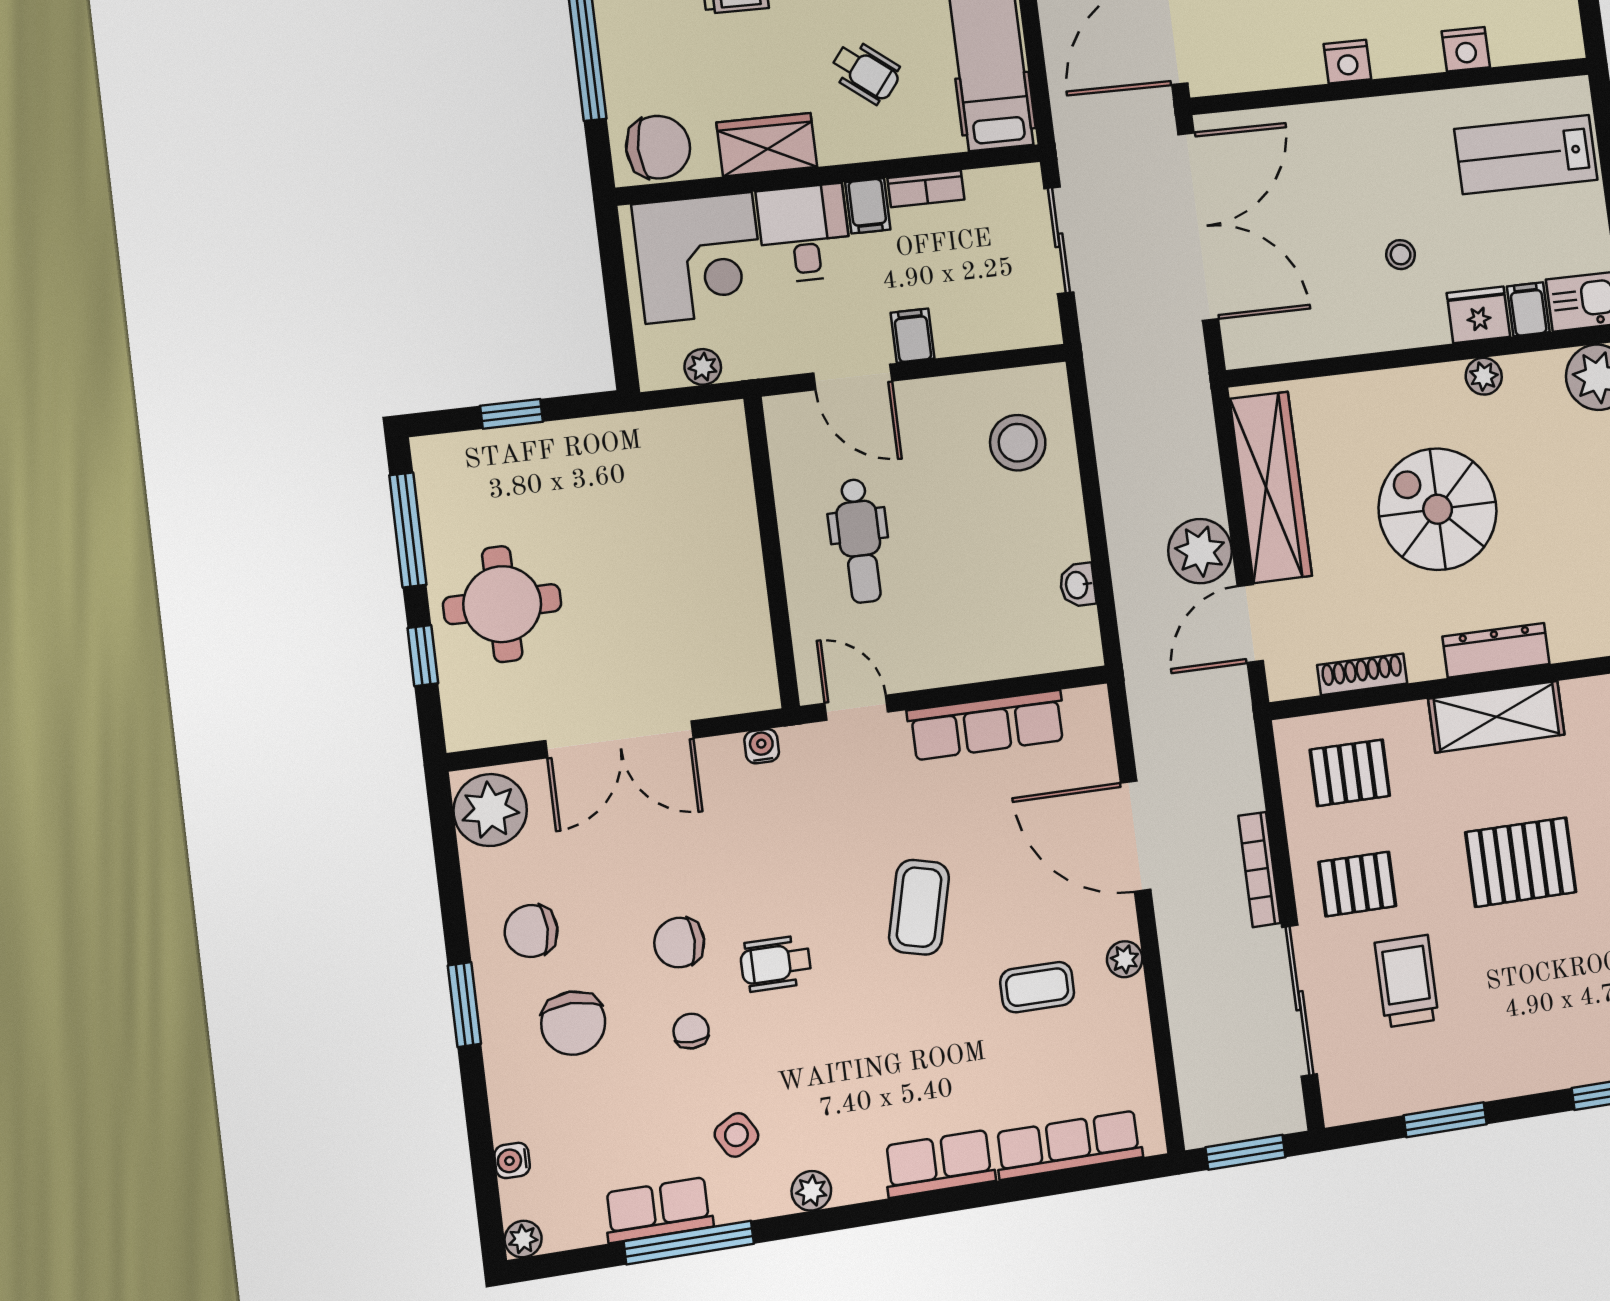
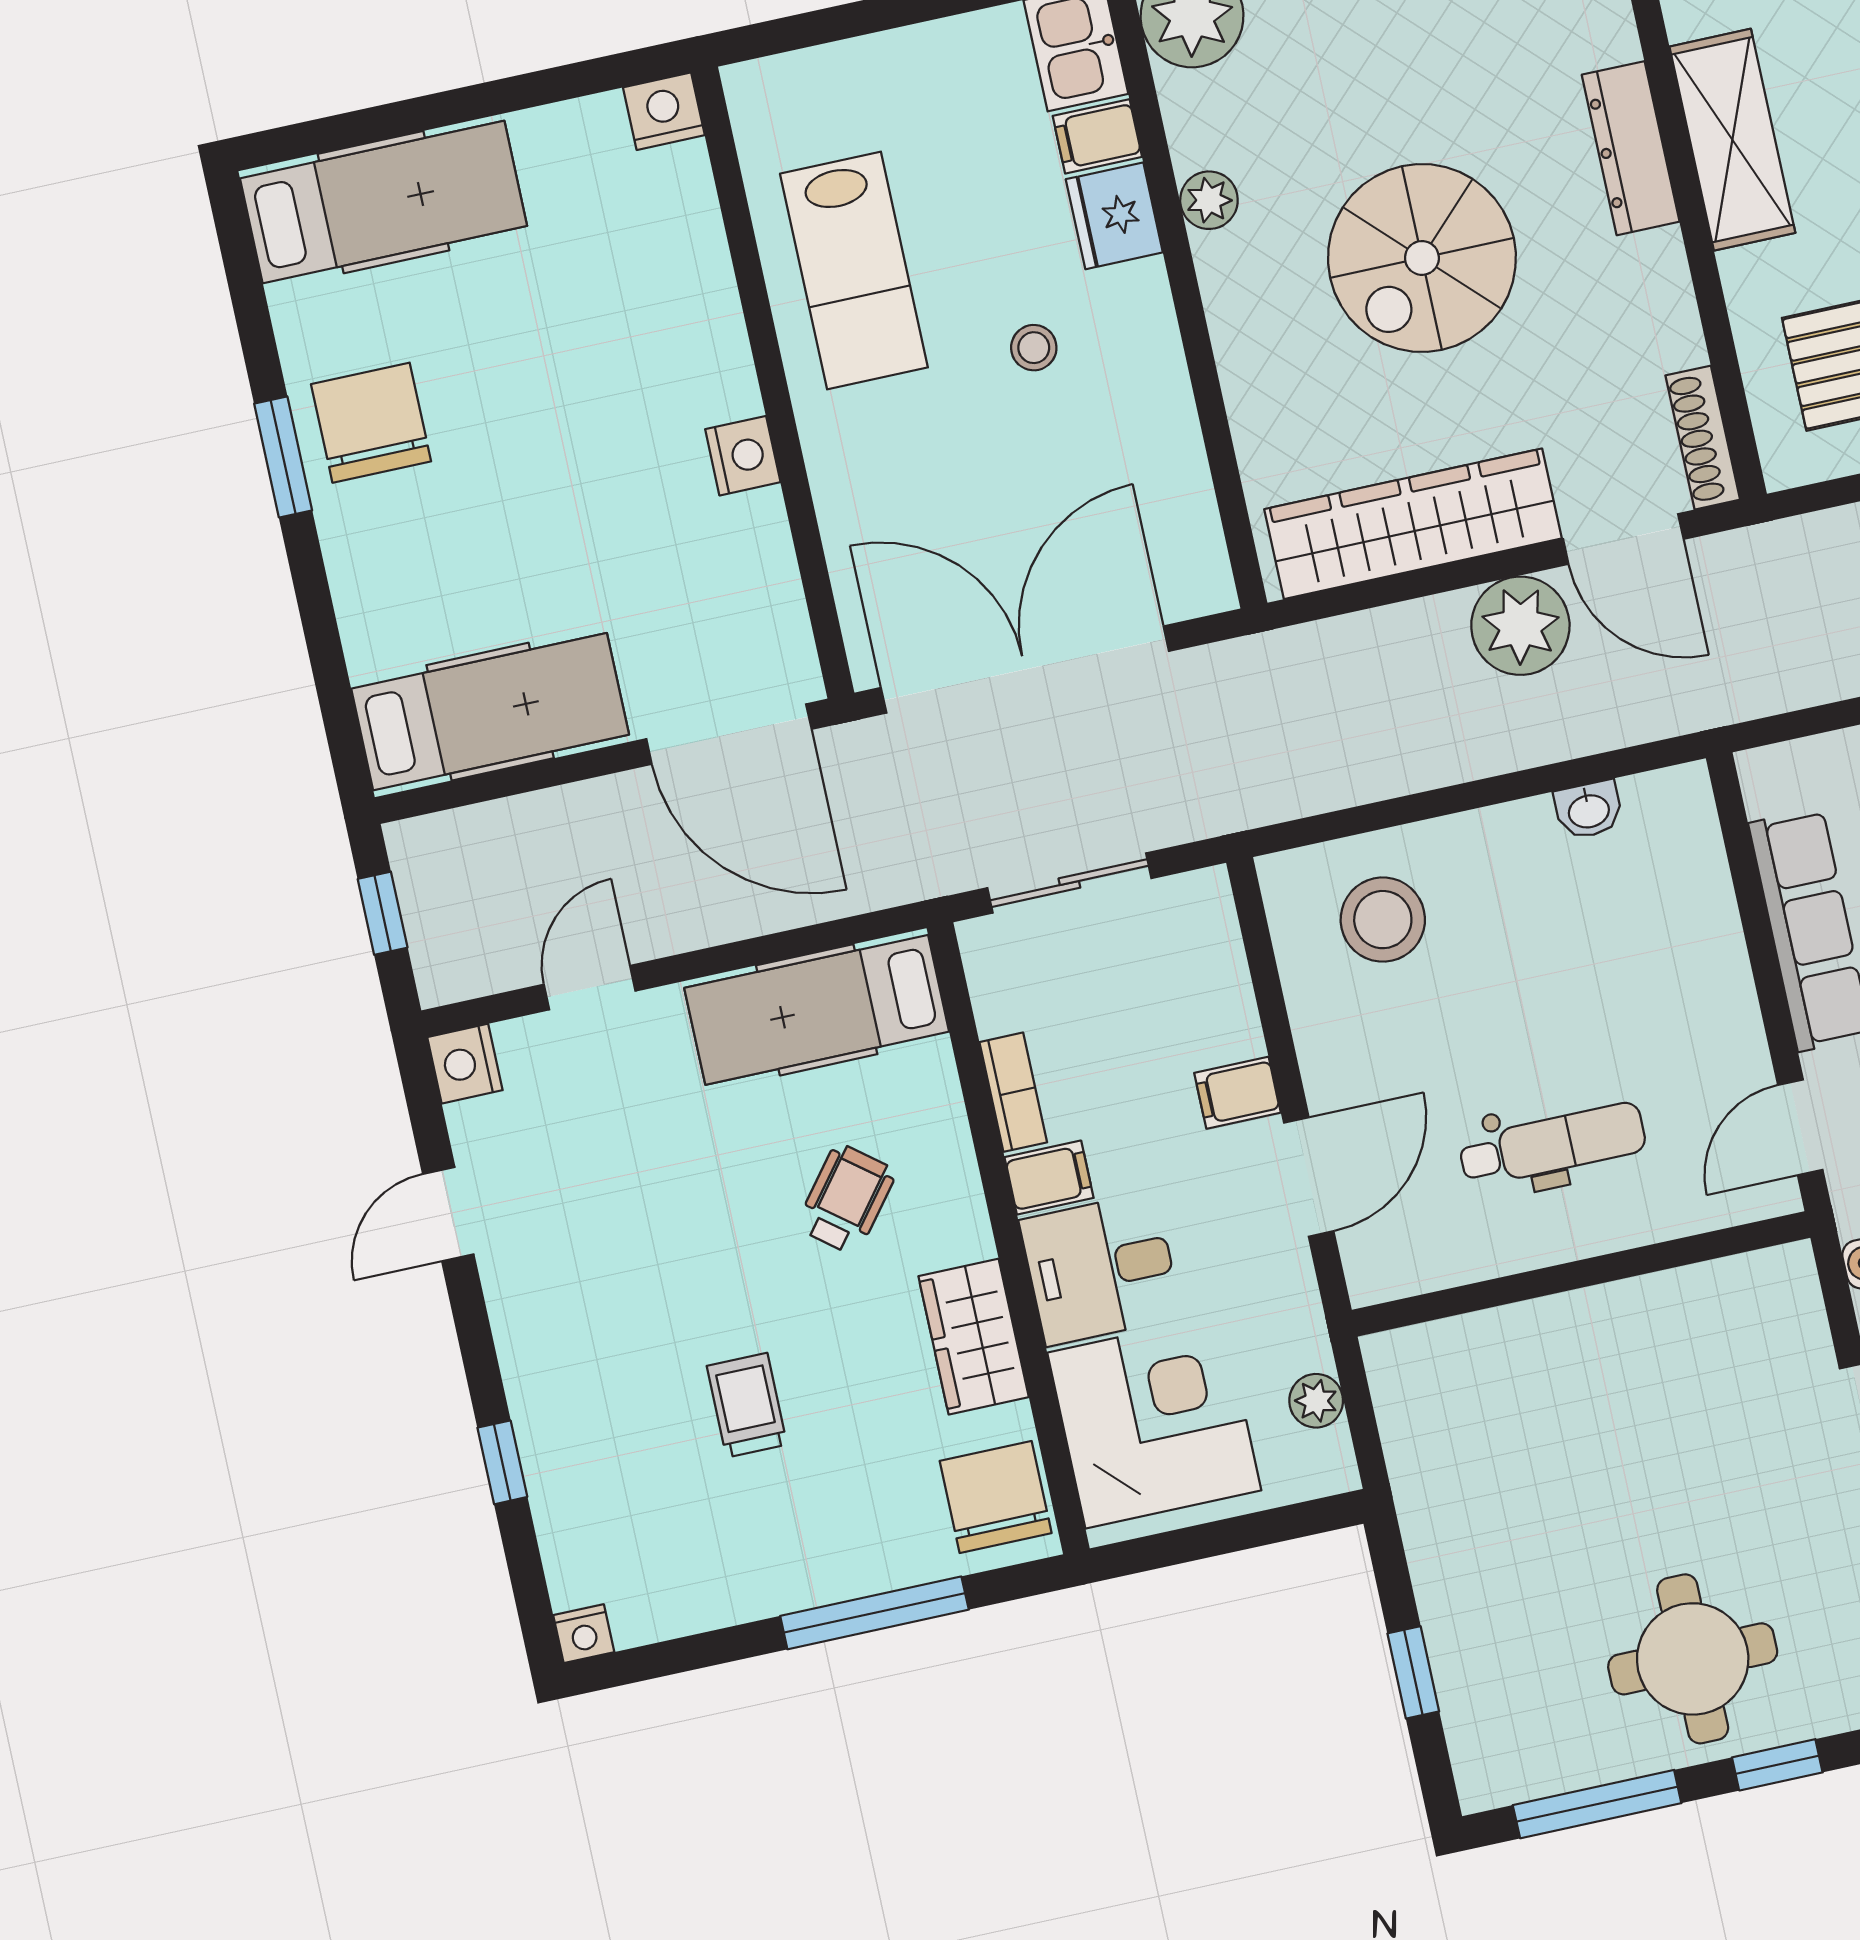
nightstand: (1466, 49) -> (664, 111), moved, turned -90
lab bench: (1526, 154) -> (854, 271), moved
shoe rack: (1362, 674) -> (1703, 438), moved

